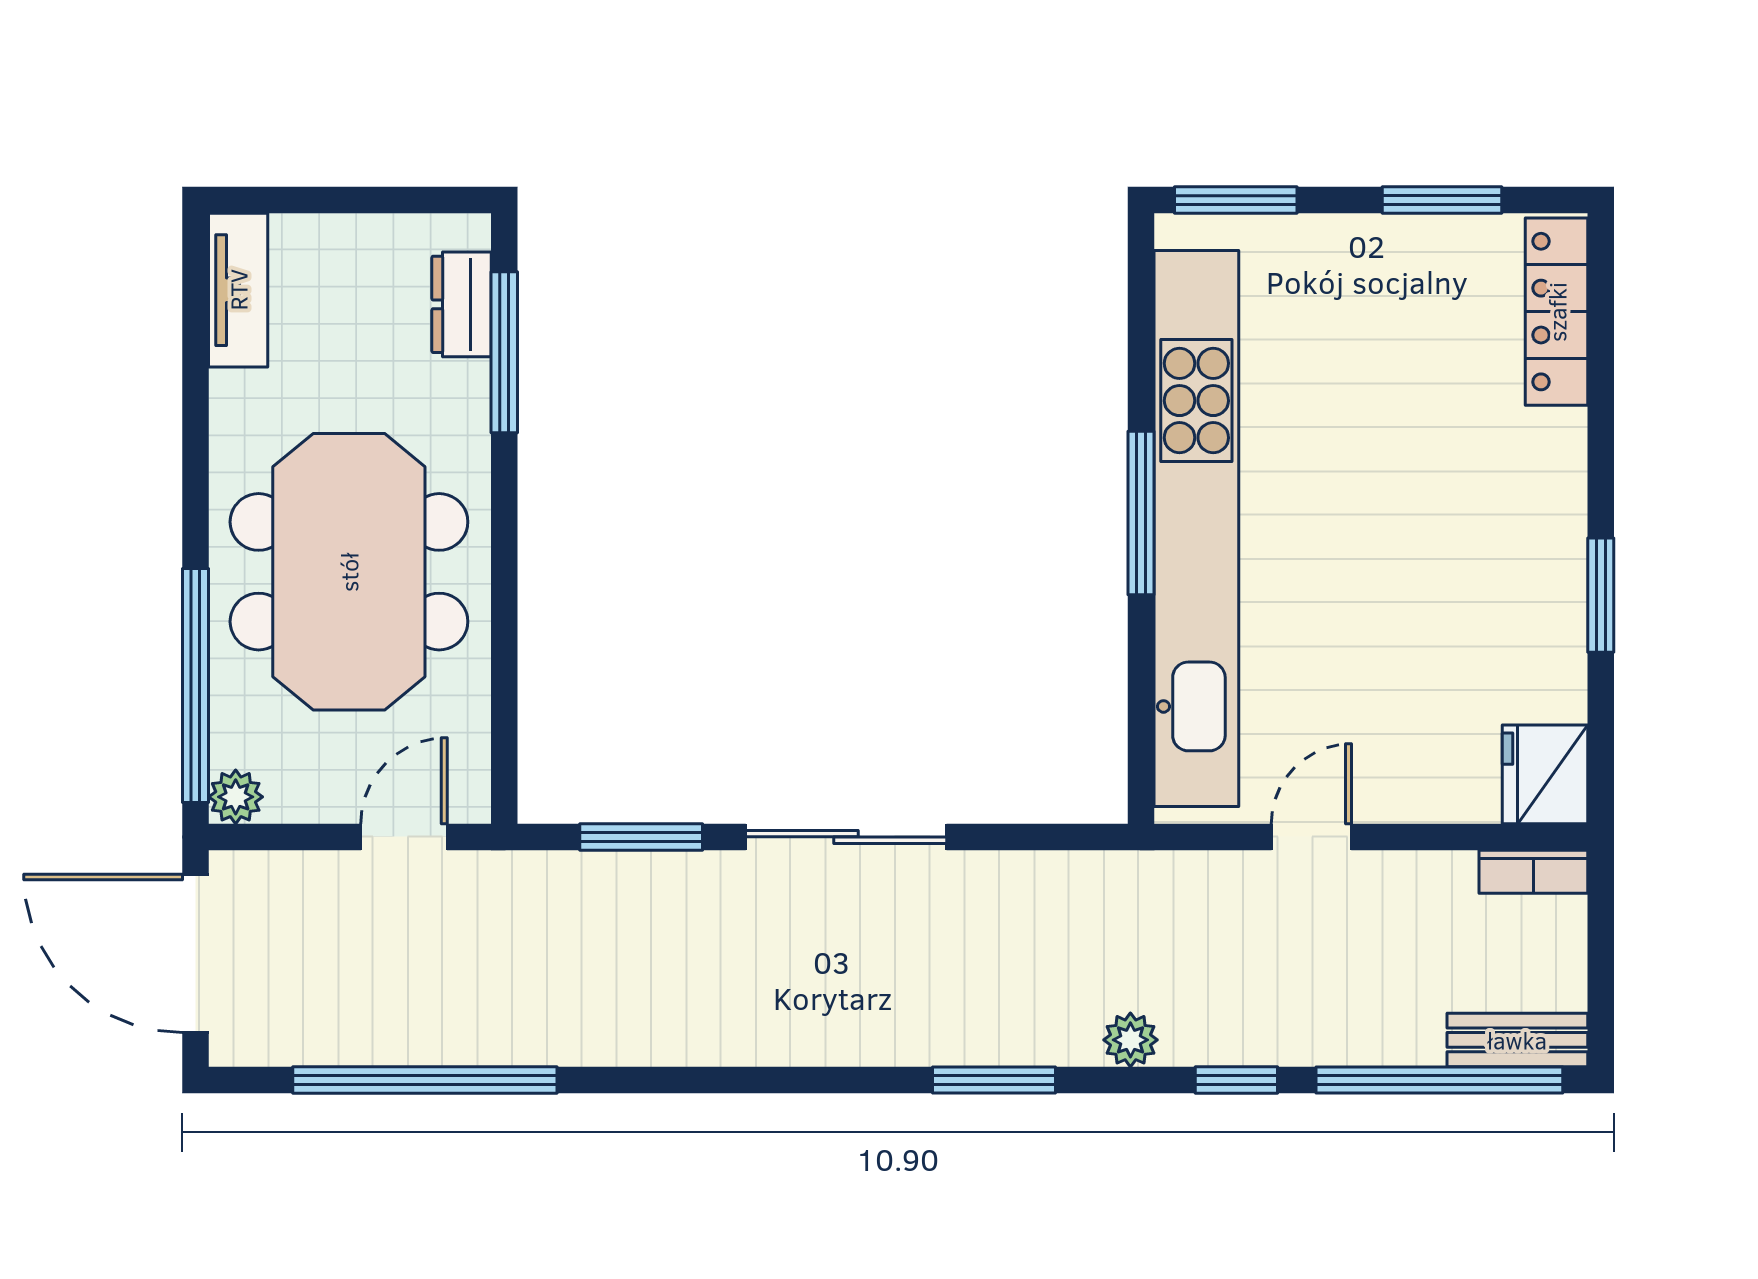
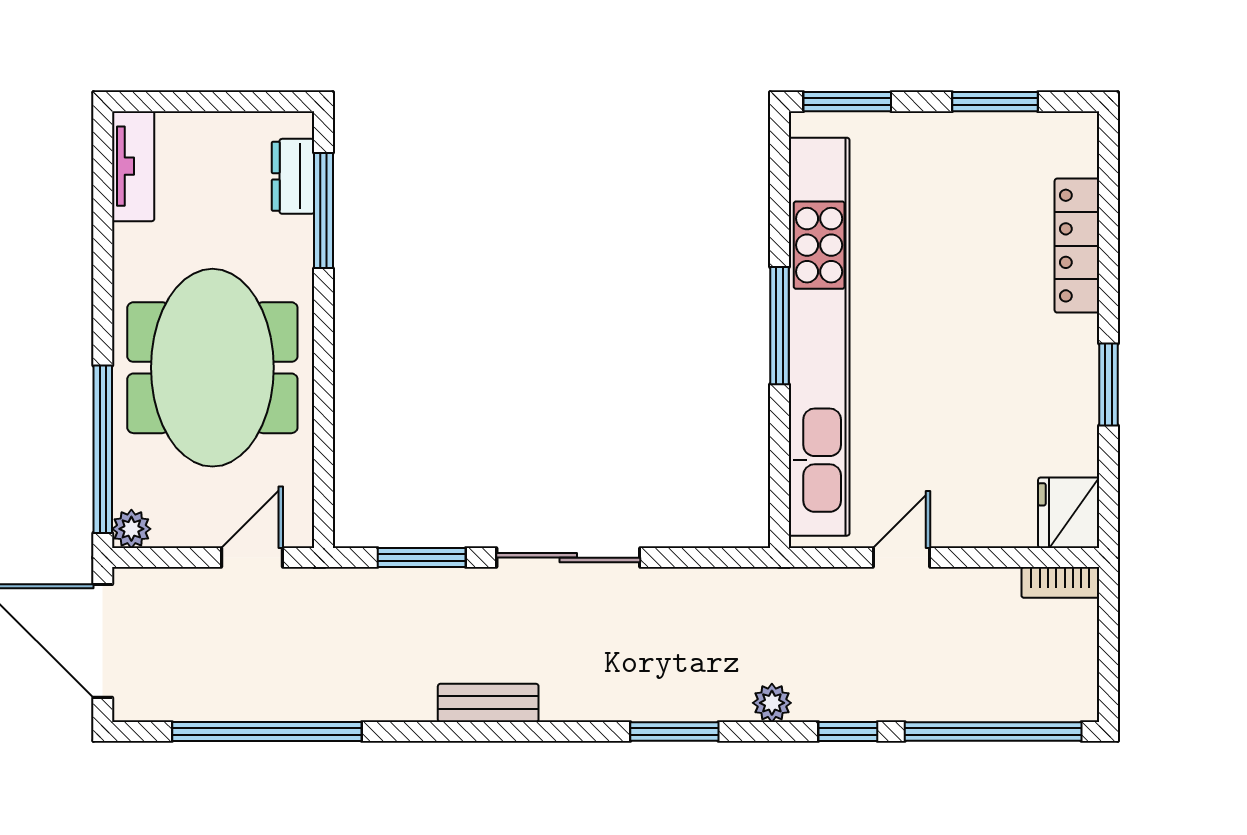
locker: (1557, 312) -> (1077, 246), moved
bench: (1517, 1040) -> (488, 703), moved

